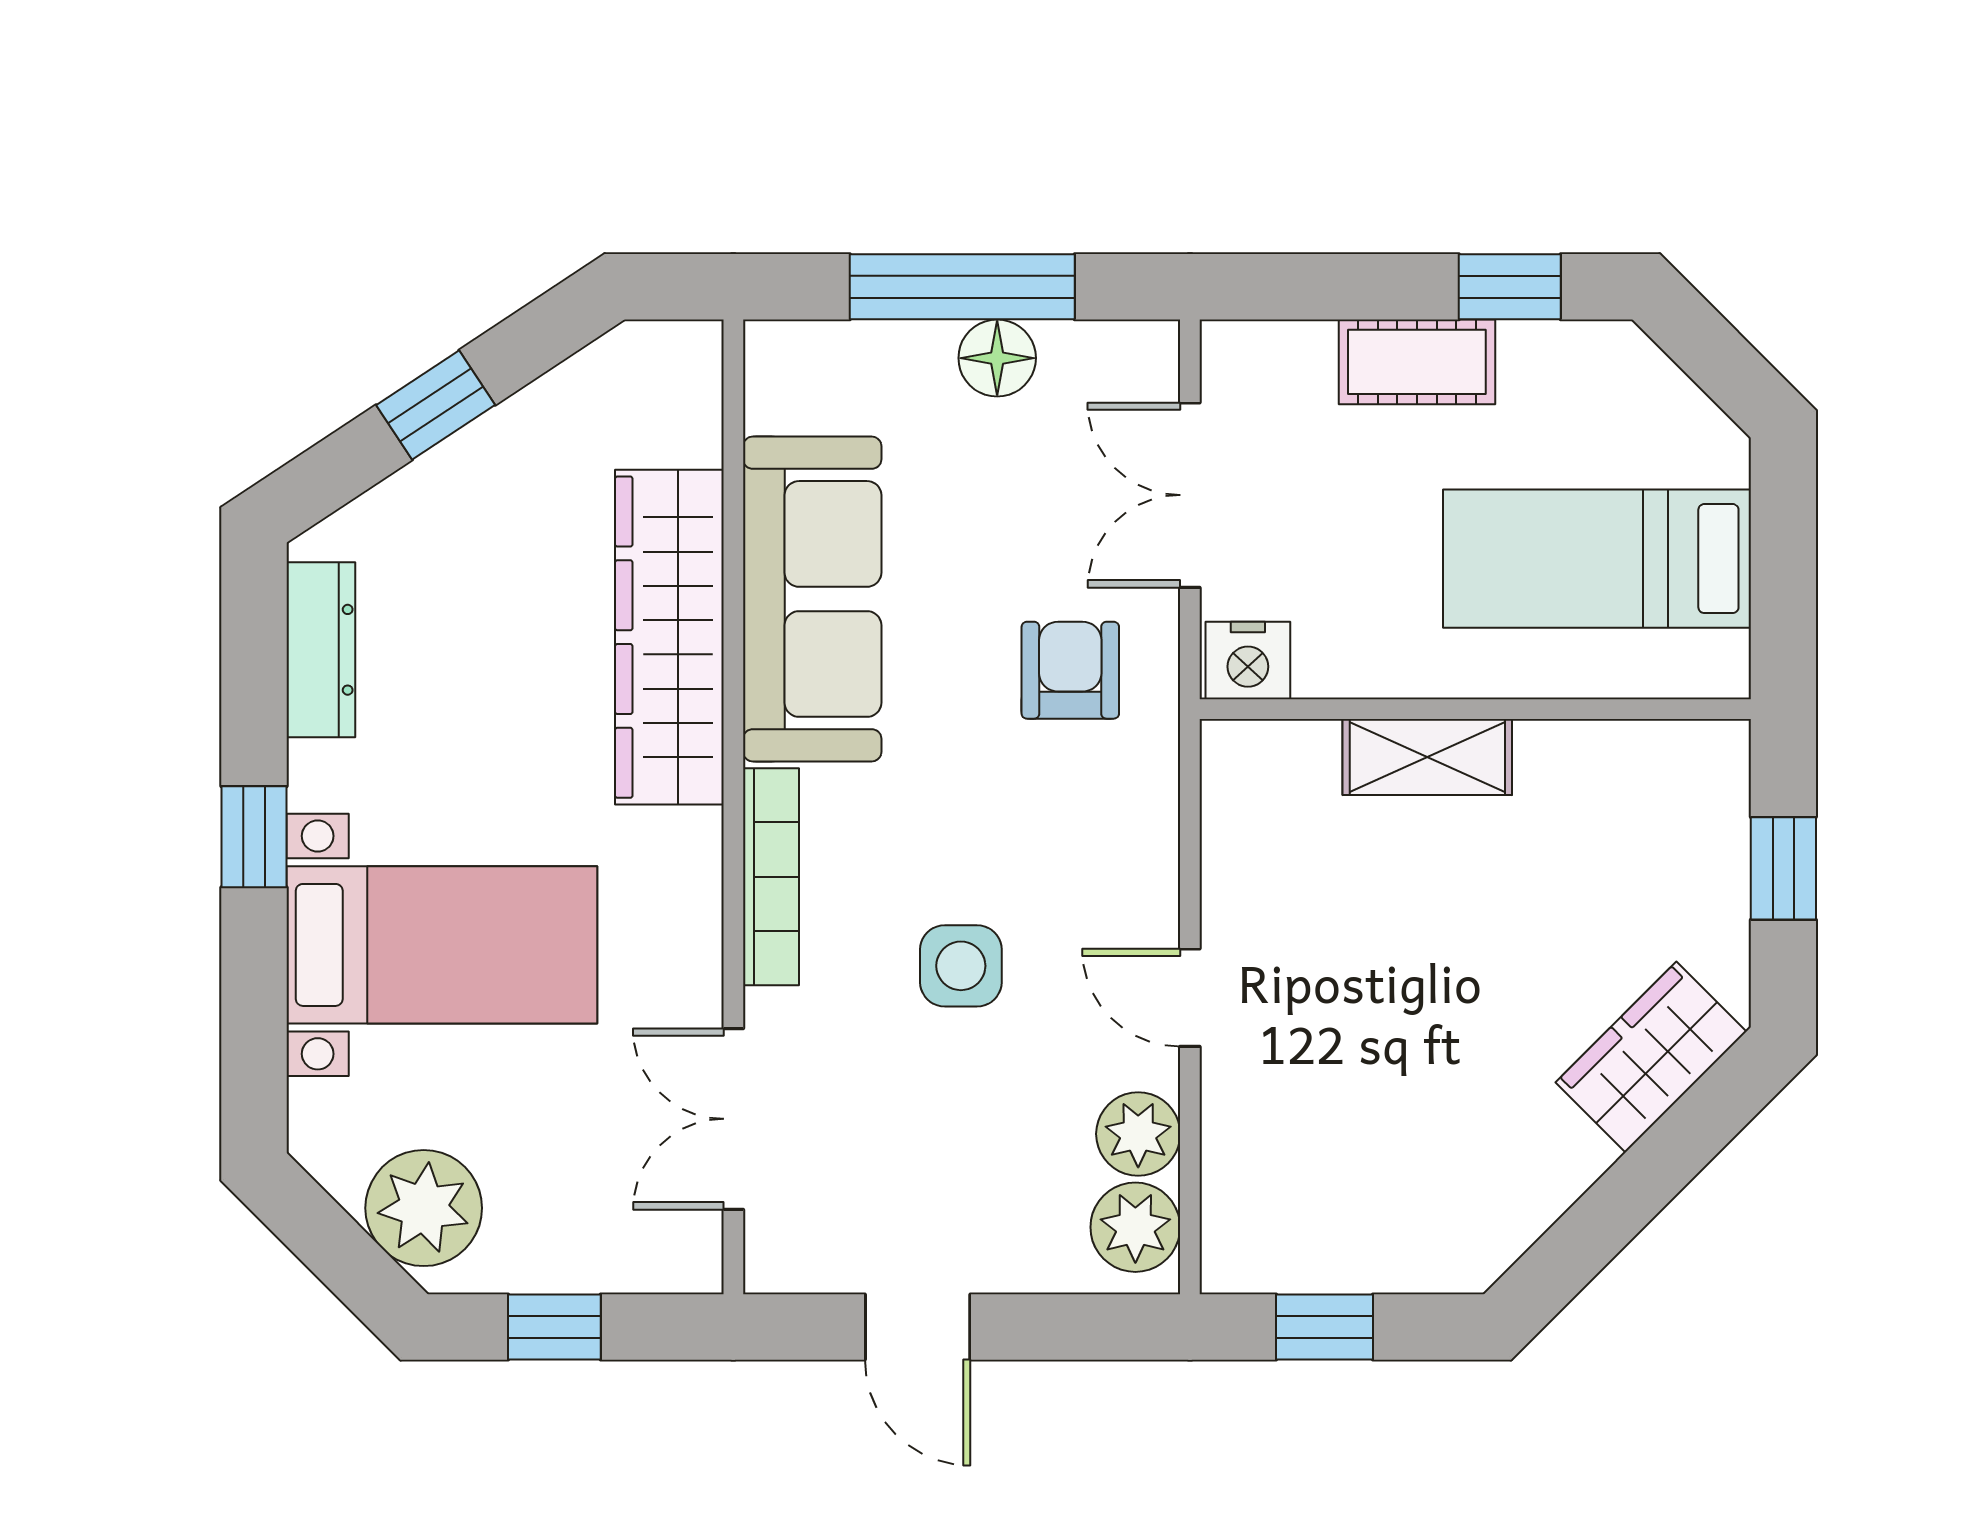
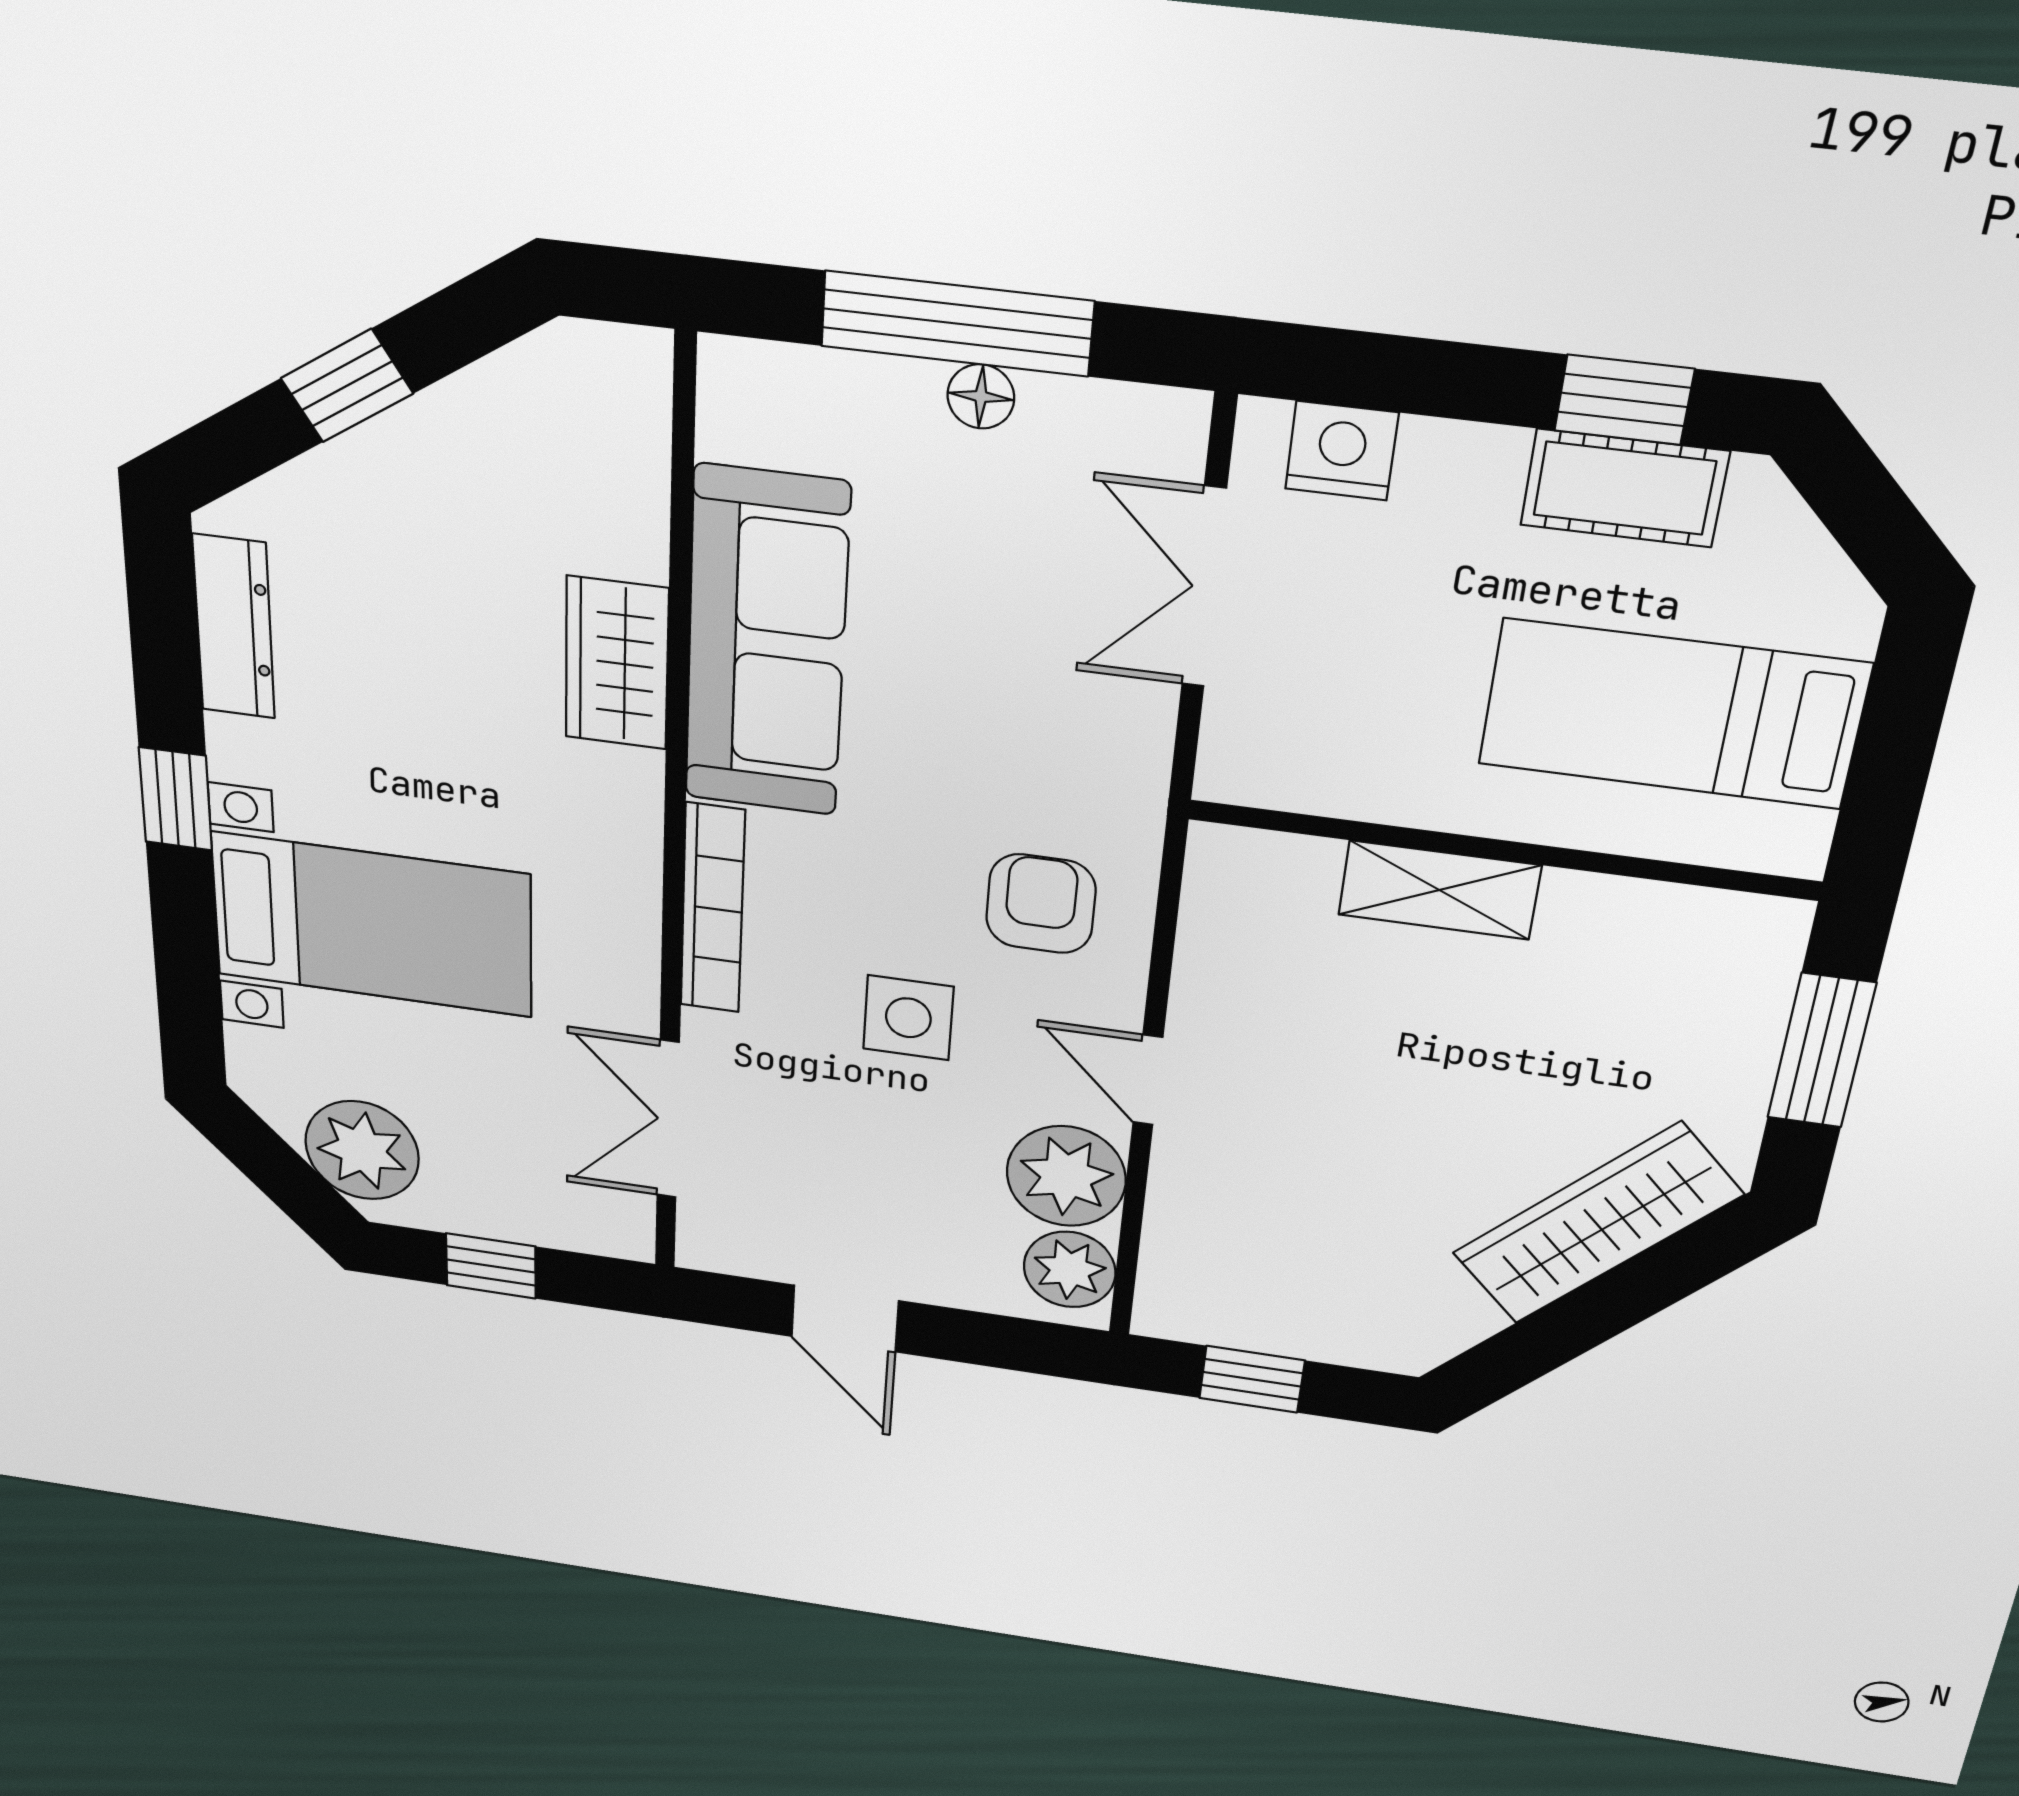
floor lamp: (997, 358) -> (981, 396), width x0.73, depth x0.73
cot: (1417, 362) -> (1624, 488), moved
wardrobe: (669, 637) -> (617, 663), width x0.48, depth x0.85
nightstand: (1248, 660) -> (1342, 451), moved, turned 180
armchair: (1070, 670) -> (1041, 904), moved
window: (1783, 868) -> (1821, 1051), width x1.50
wardrobe: (1651, 1057) -> (1597, 1224), width x1.50
plant: (1138, 1134) -> (1066, 1176), width x1.36, depth x1.36

